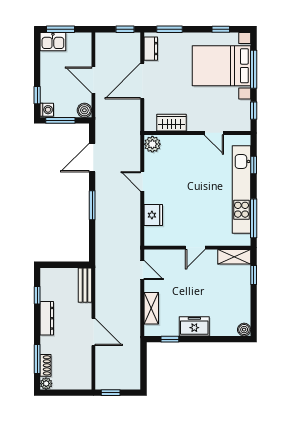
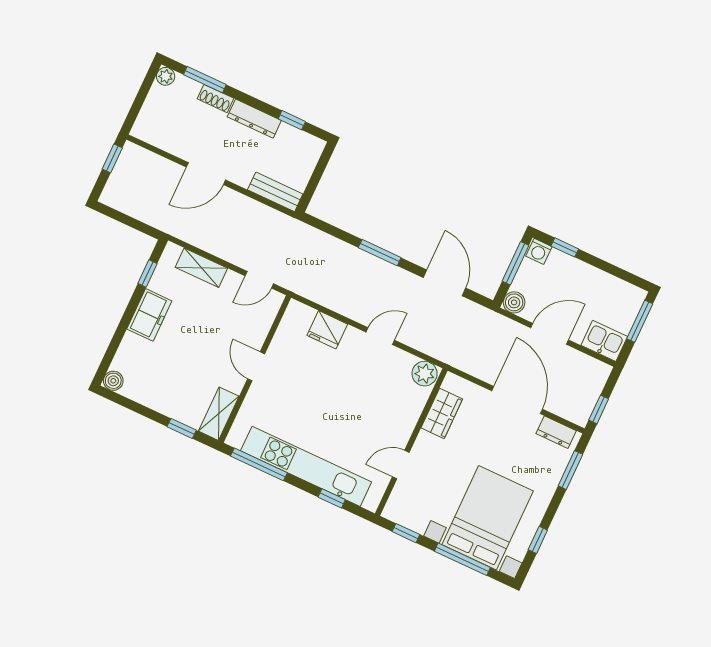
kitchen sink: (53, 42) -> (604, 341), moved, turned 90
shoe rack: (45, 365) -> (215, 99), moved

